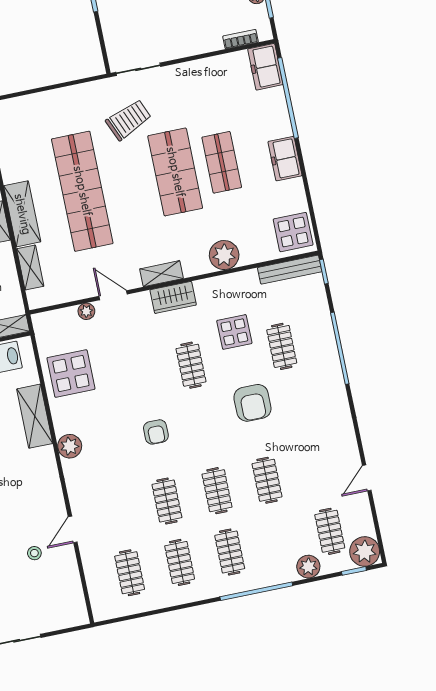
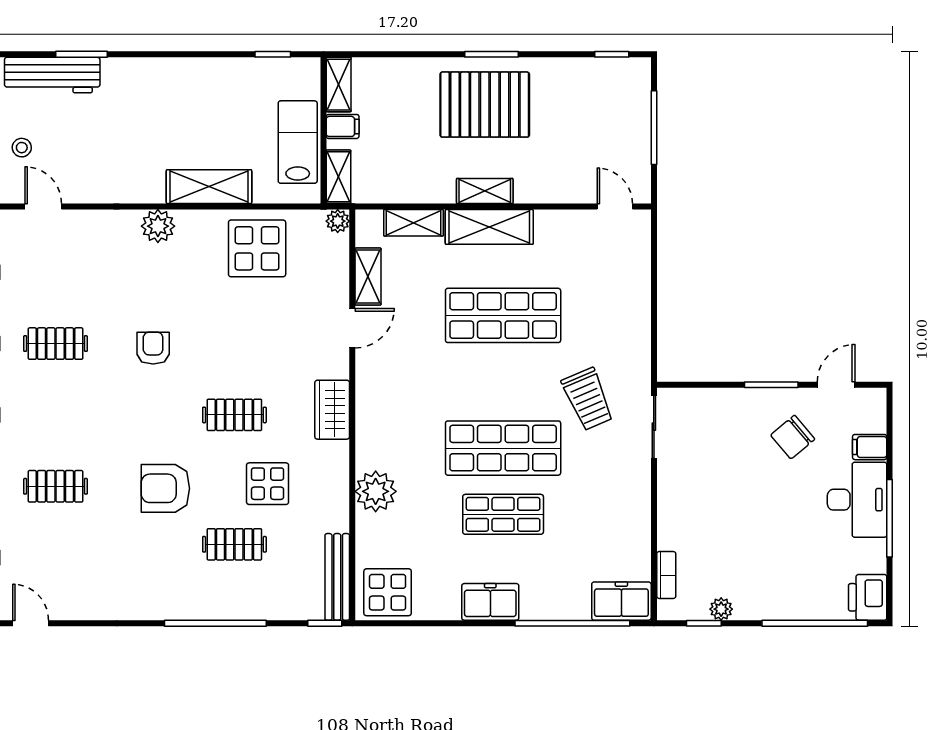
shop shelf: (82, 191) -> (503, 315), width x0.71
shelving: (161, 274) -> (368, 277), moved
plant: (86, 311) -> (338, 221), moved
armchair: (156, 432) -> (153, 348), turned 90
clothes rail: (217, 491) -> (56, 415), removed

